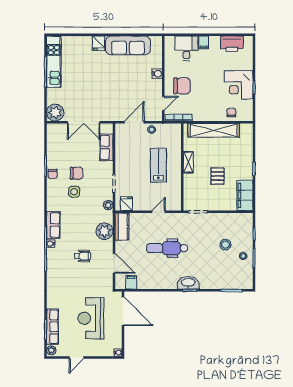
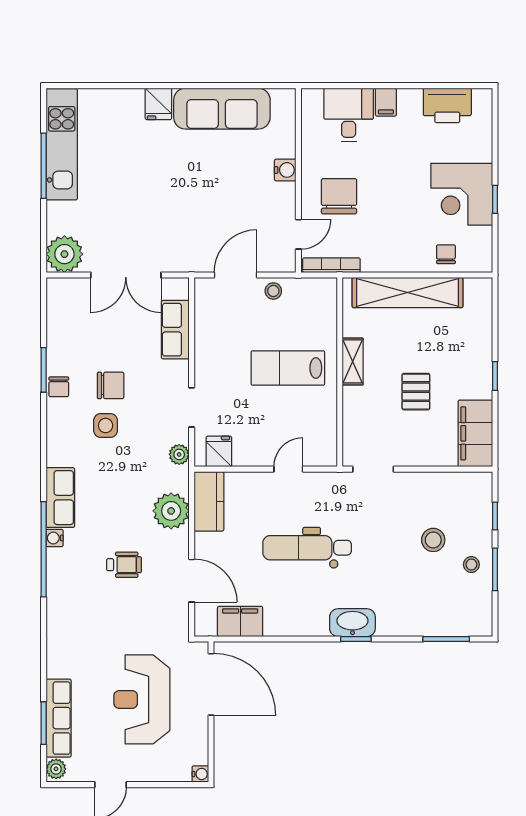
chair: (182, 86) -> (339, 196), turned -90
lab bench: (158, 165) -> (288, 368), turned -90
filing cabinet: (131, 282) -> (240, 622), width x2.00

